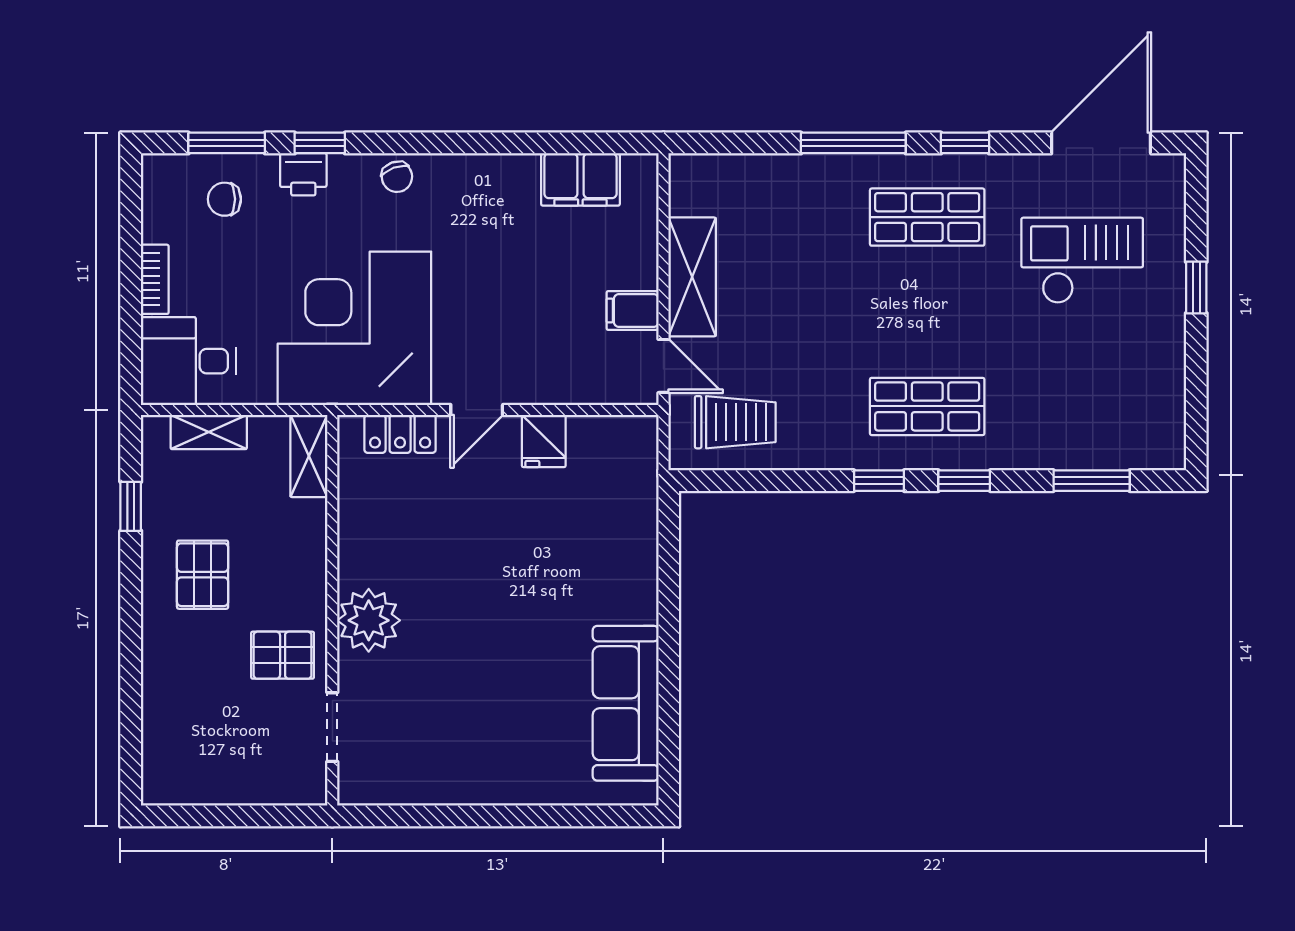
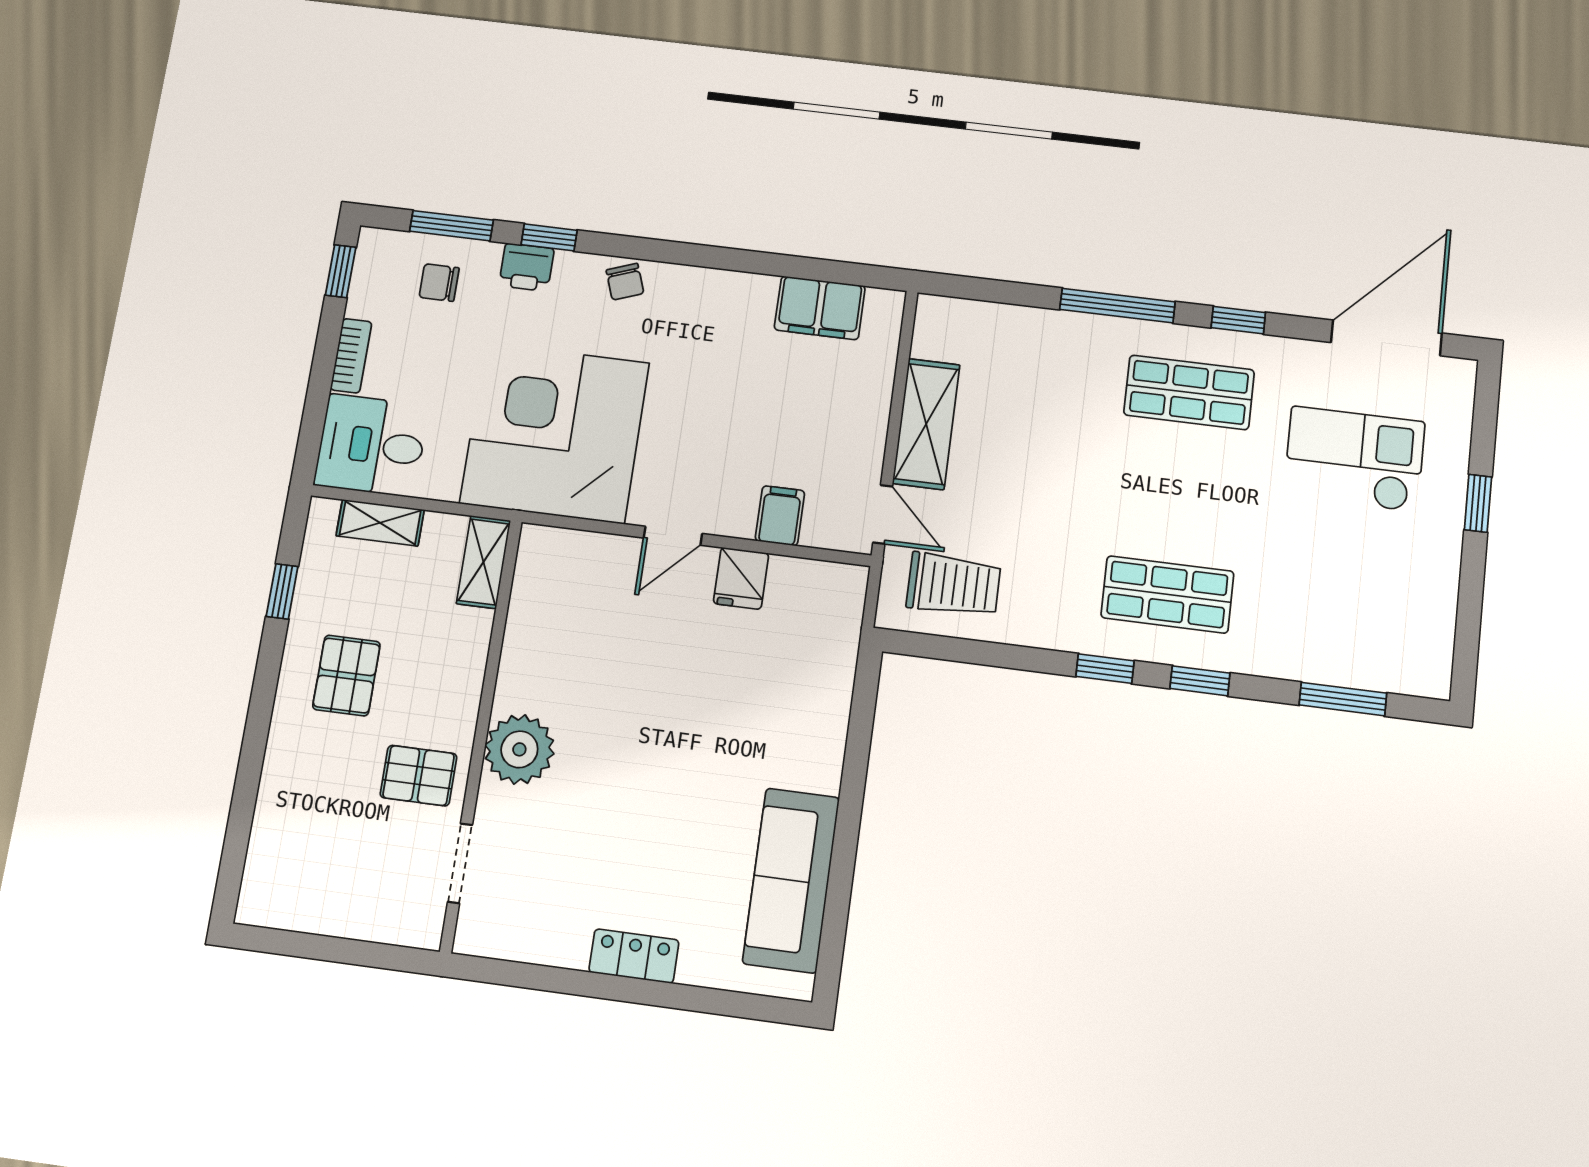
window: (131, 200) -> (341, 271), added
filing cabinet: (633, 311) -> (780, 516), moved, turned 90
locker: (400, 434) -> (634, 956), moved, turned 180

